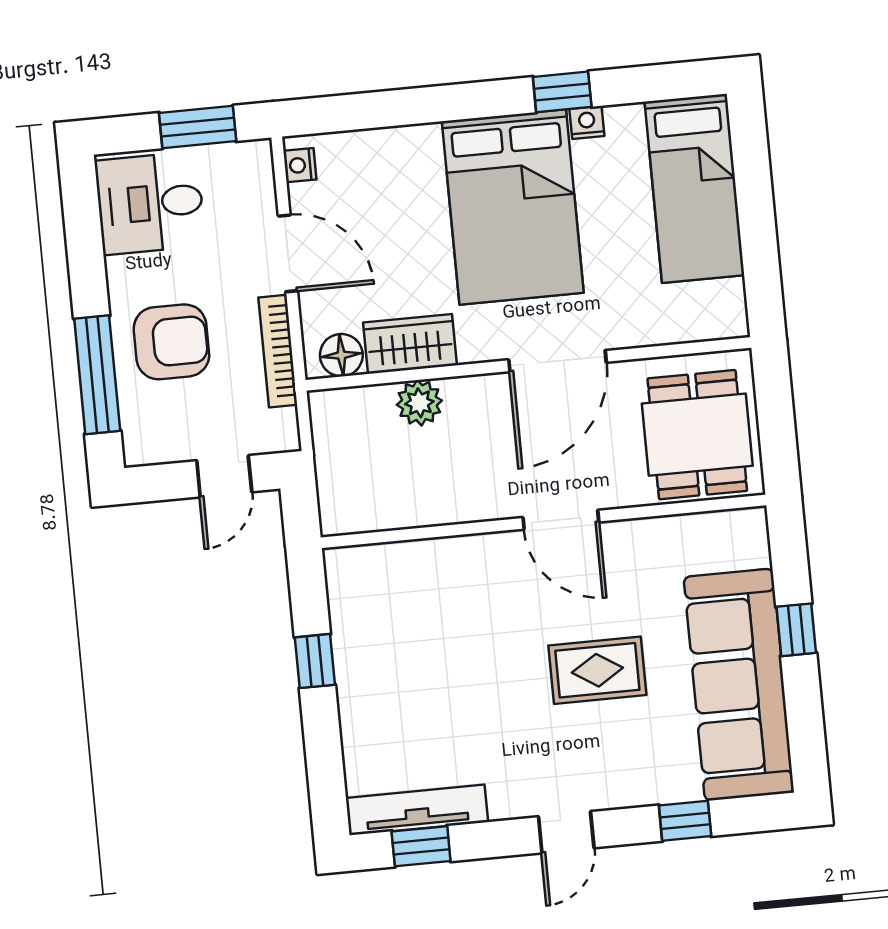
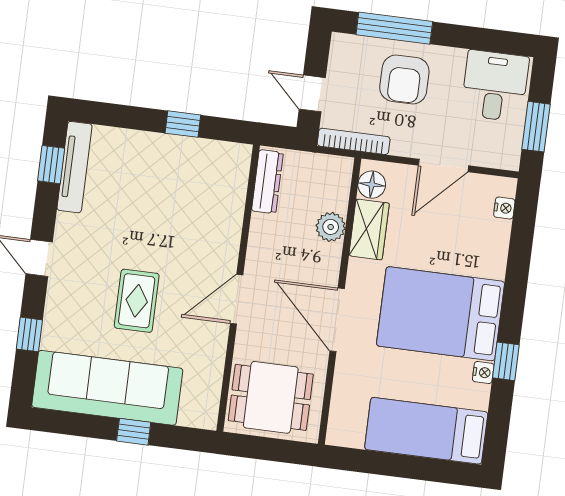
nightstand: (300, 165) -> (504, 208), moved, turned 90
bookcase: (278, 351) -> (354, 141), moved
dresser: (373, 514) -> (267, 182), added

